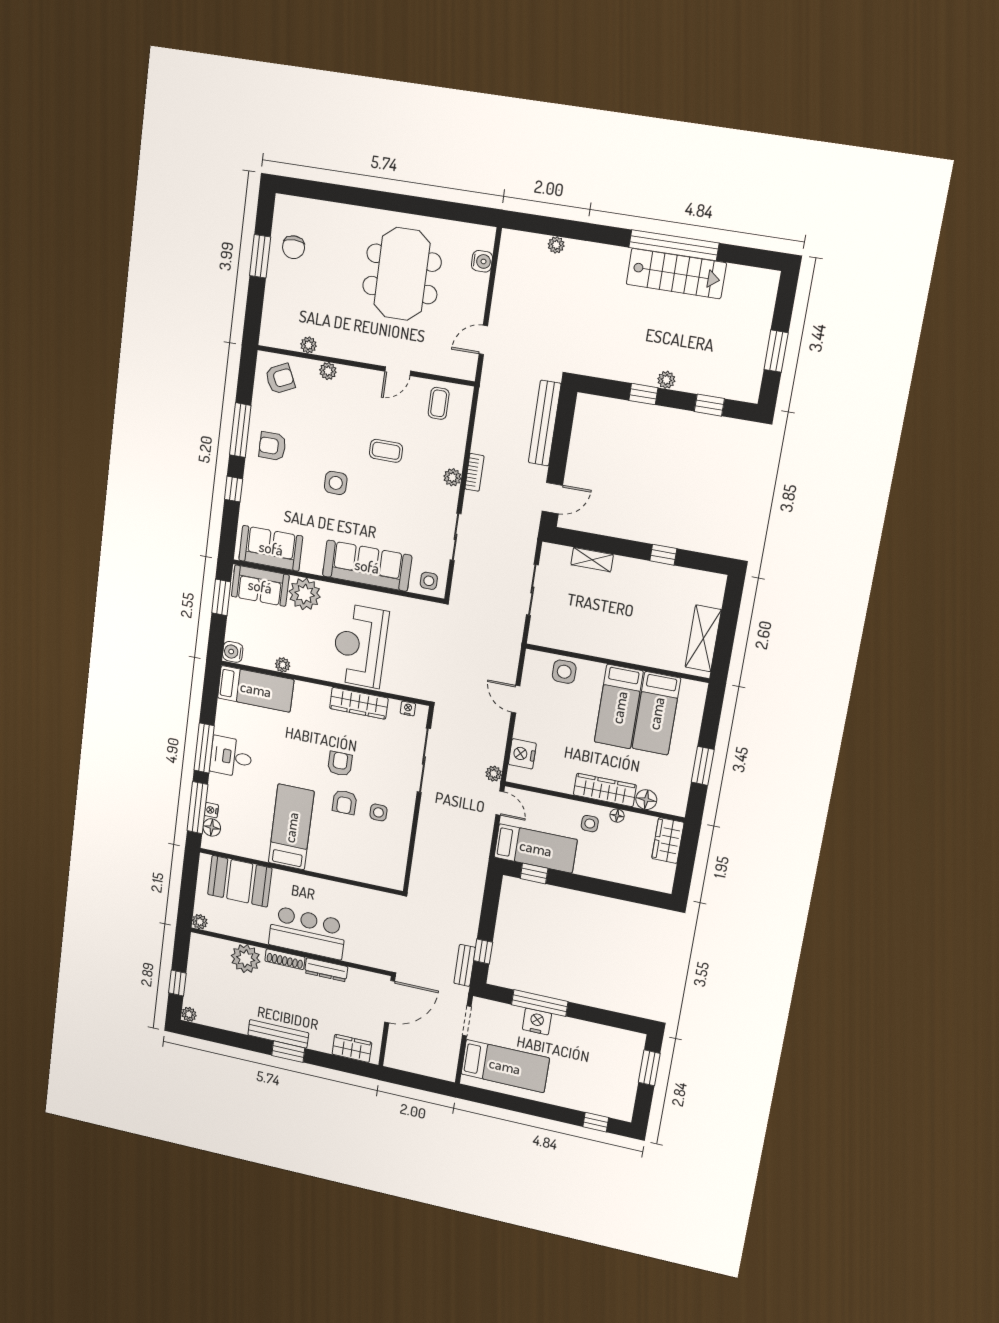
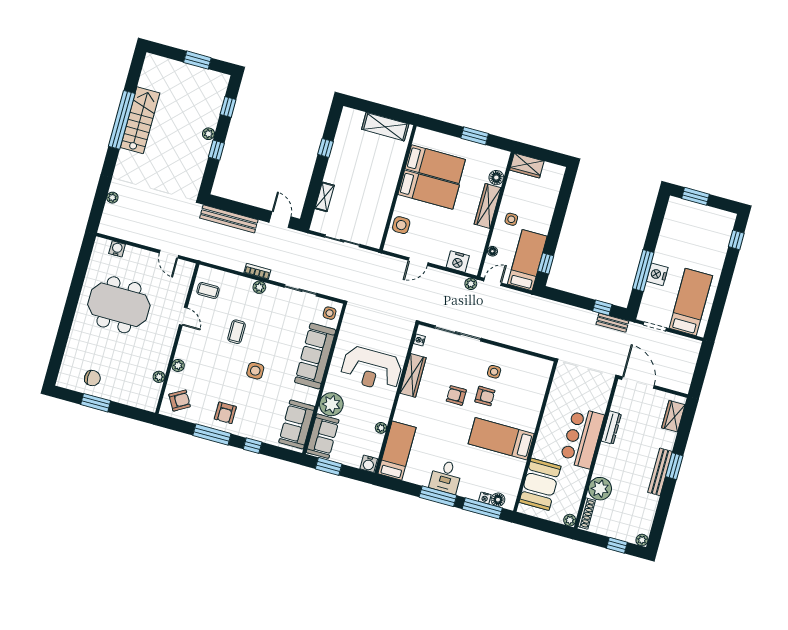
armchair: (280, 379) -> (180, 401), turned 85
floor lamp: (617, 816) -> (492, 251), moved
shoe rack: (285, 959) -> (587, 514), moved

